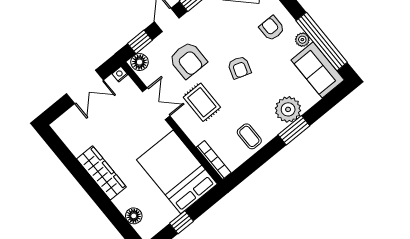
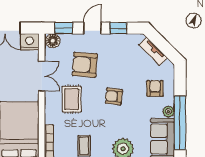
armchair: (188, 60) -> (85, 65), turned 94
armchair: (239, 67) -> (114, 96), turned 77
nightstand: (120, 74) -> (30, 42), width x1.89, depth x1.79

